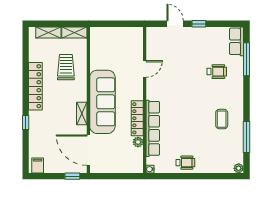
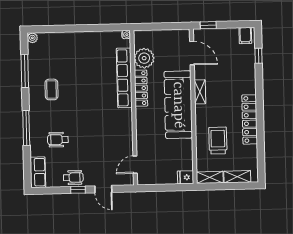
fridge: (97, 33) -> (186, 177), added
window: (246, 59) -> (26, 128), moved
trolley: (66, 67) -> (218, 141), turned 180
door: (145, 69) -> (135, 165), moved
window: (26, 122) -> (258, 56), moved
plant: (138, 142) -> (144, 58), width x1.88, depth x1.88
door: (88, 150) -> (192, 53), width x0.73
wheelchair: (185, 163) -> (73, 178), moved, turned 180

